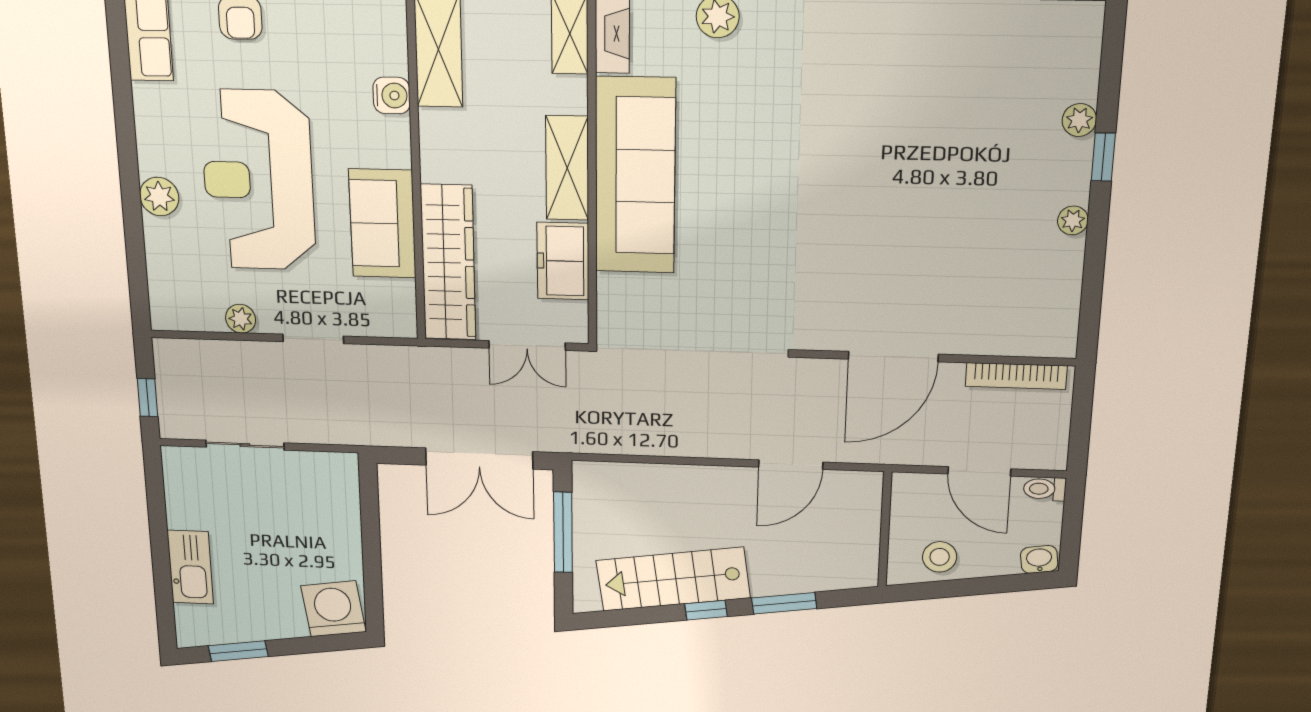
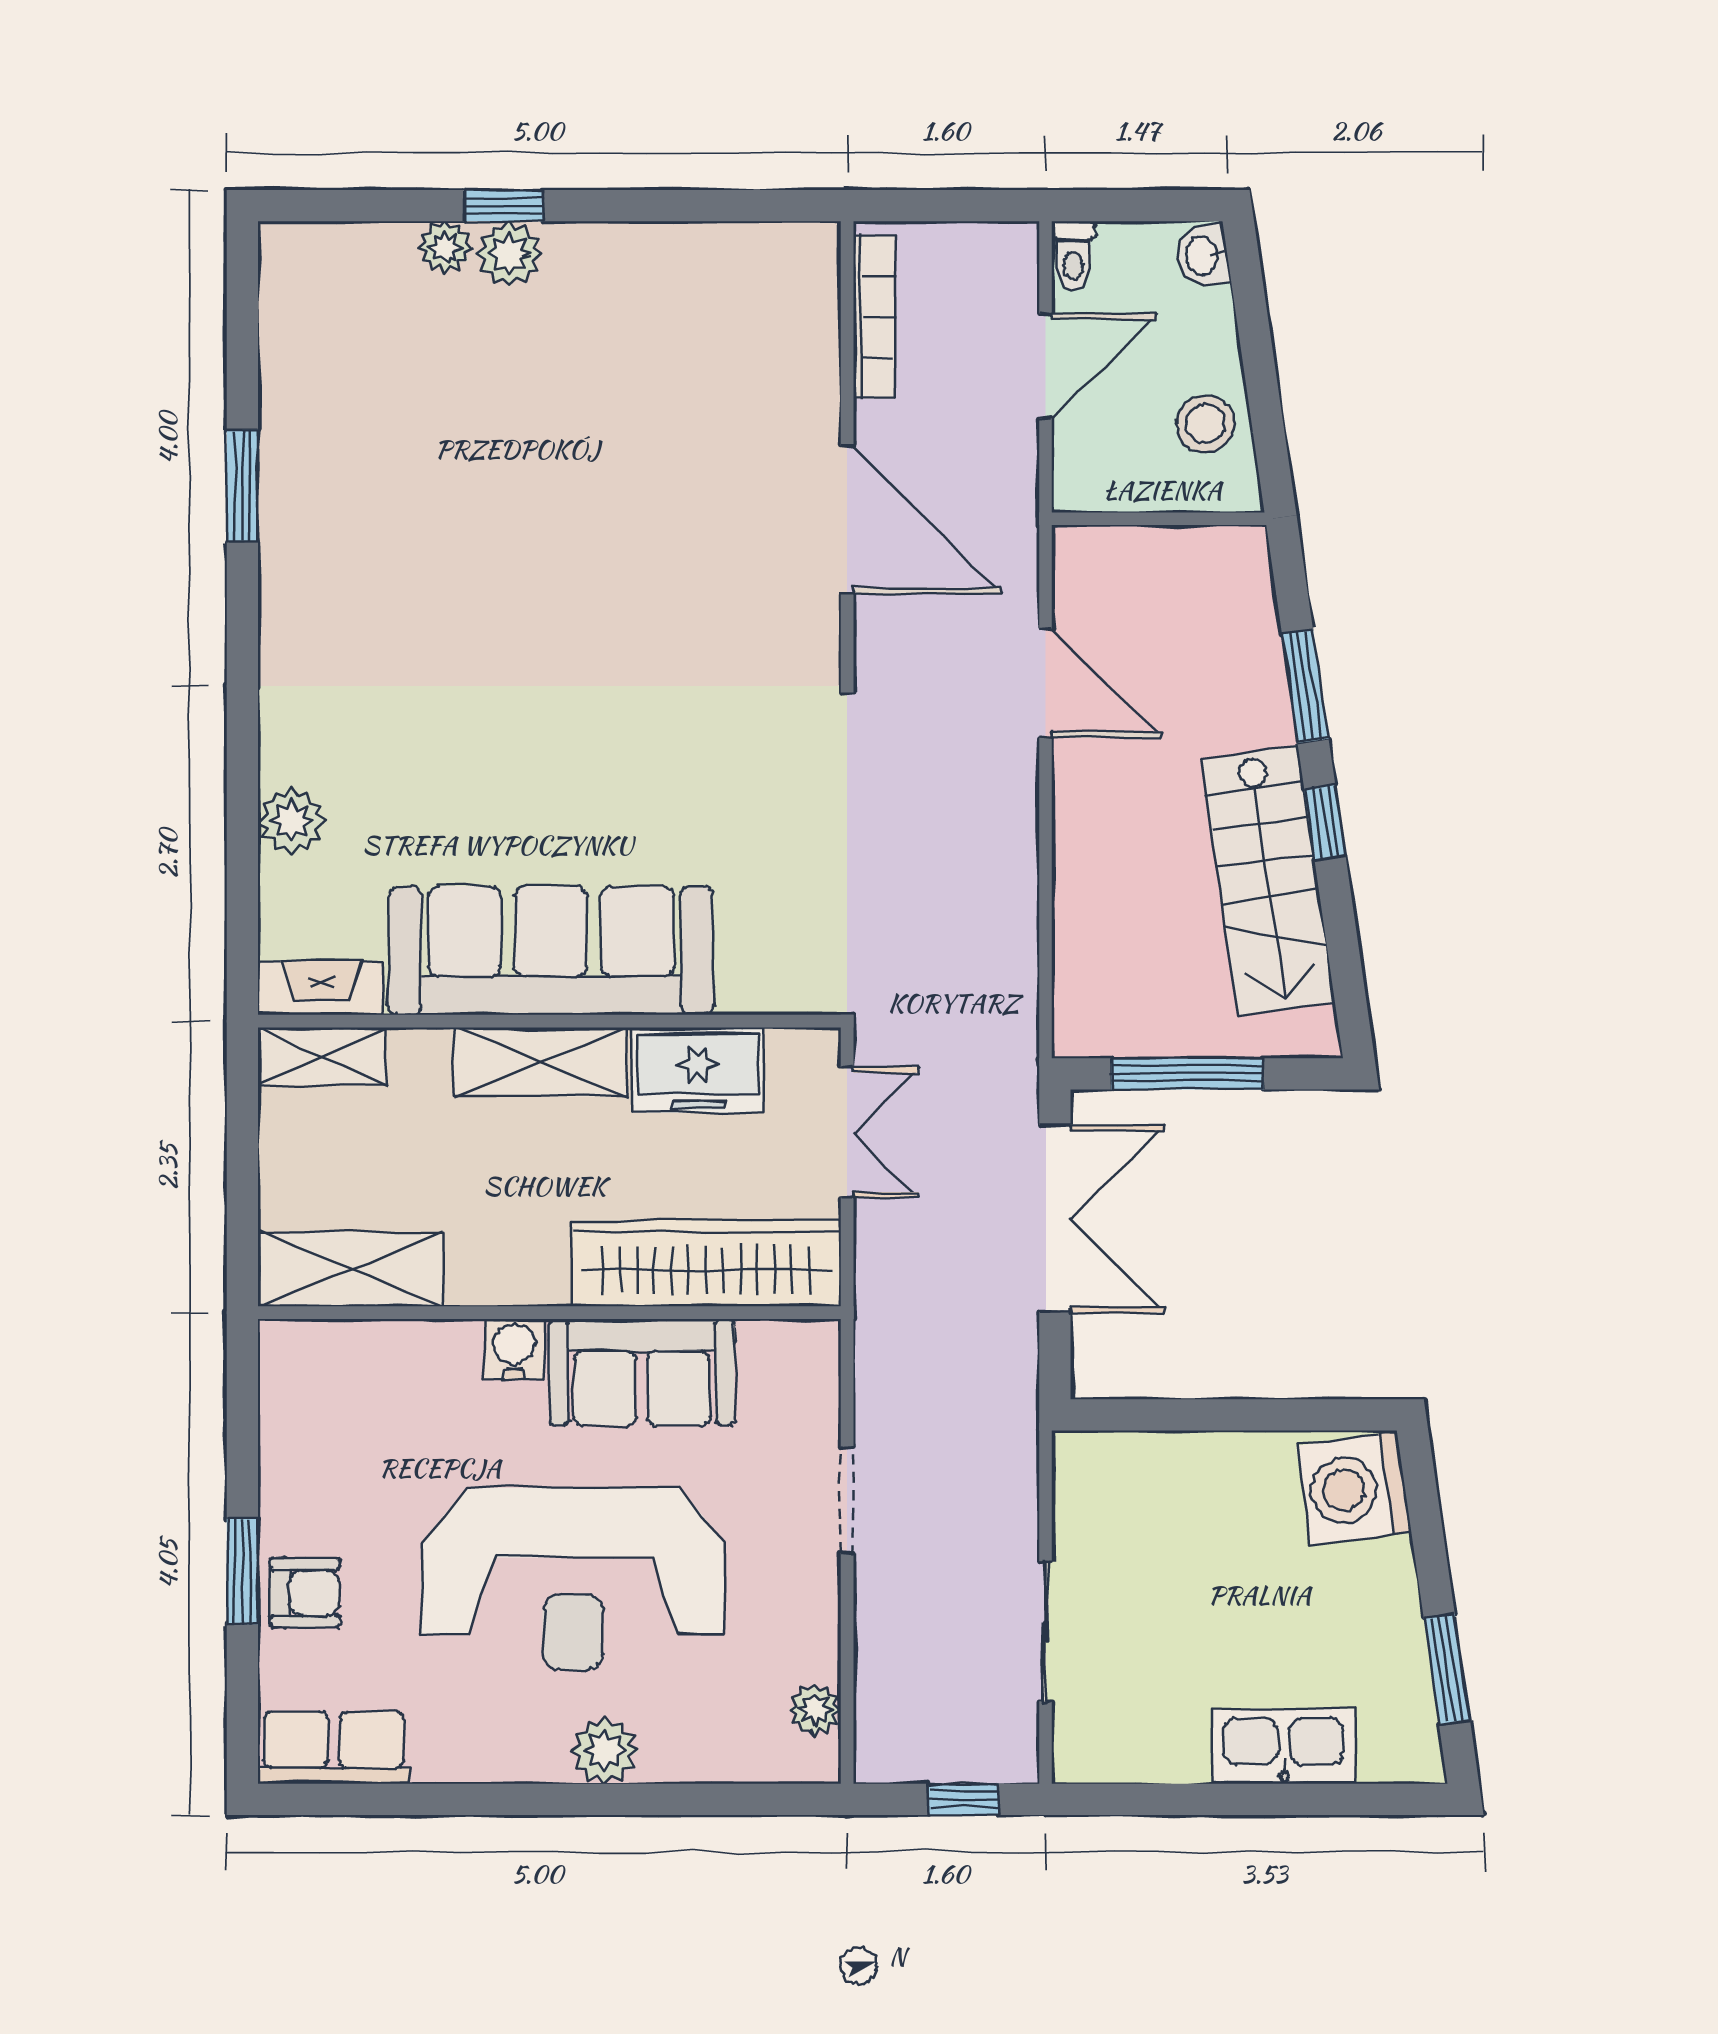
water cooler: (392, 95) -> (514, 1349), moved
plant: (1073, 220) -> (509, 254), moved, width x1.38, depth x1.38
plant: (241, 319) -> (815, 1710), moved

